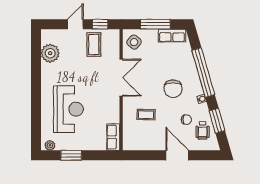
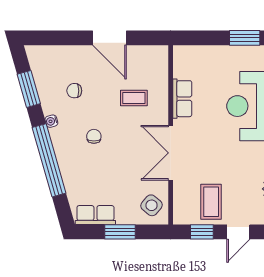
window: (155, 24) -> (120, 232), width x0.69
chair: (173, 89) -> (94, 136), width x0.54, depth x0.54
wheelchair: (203, 130) -> (50, 75), removed
row of seats: (113, 137) -> (182, 99), moved
door: (177, 155) -> (109, 38), moved

